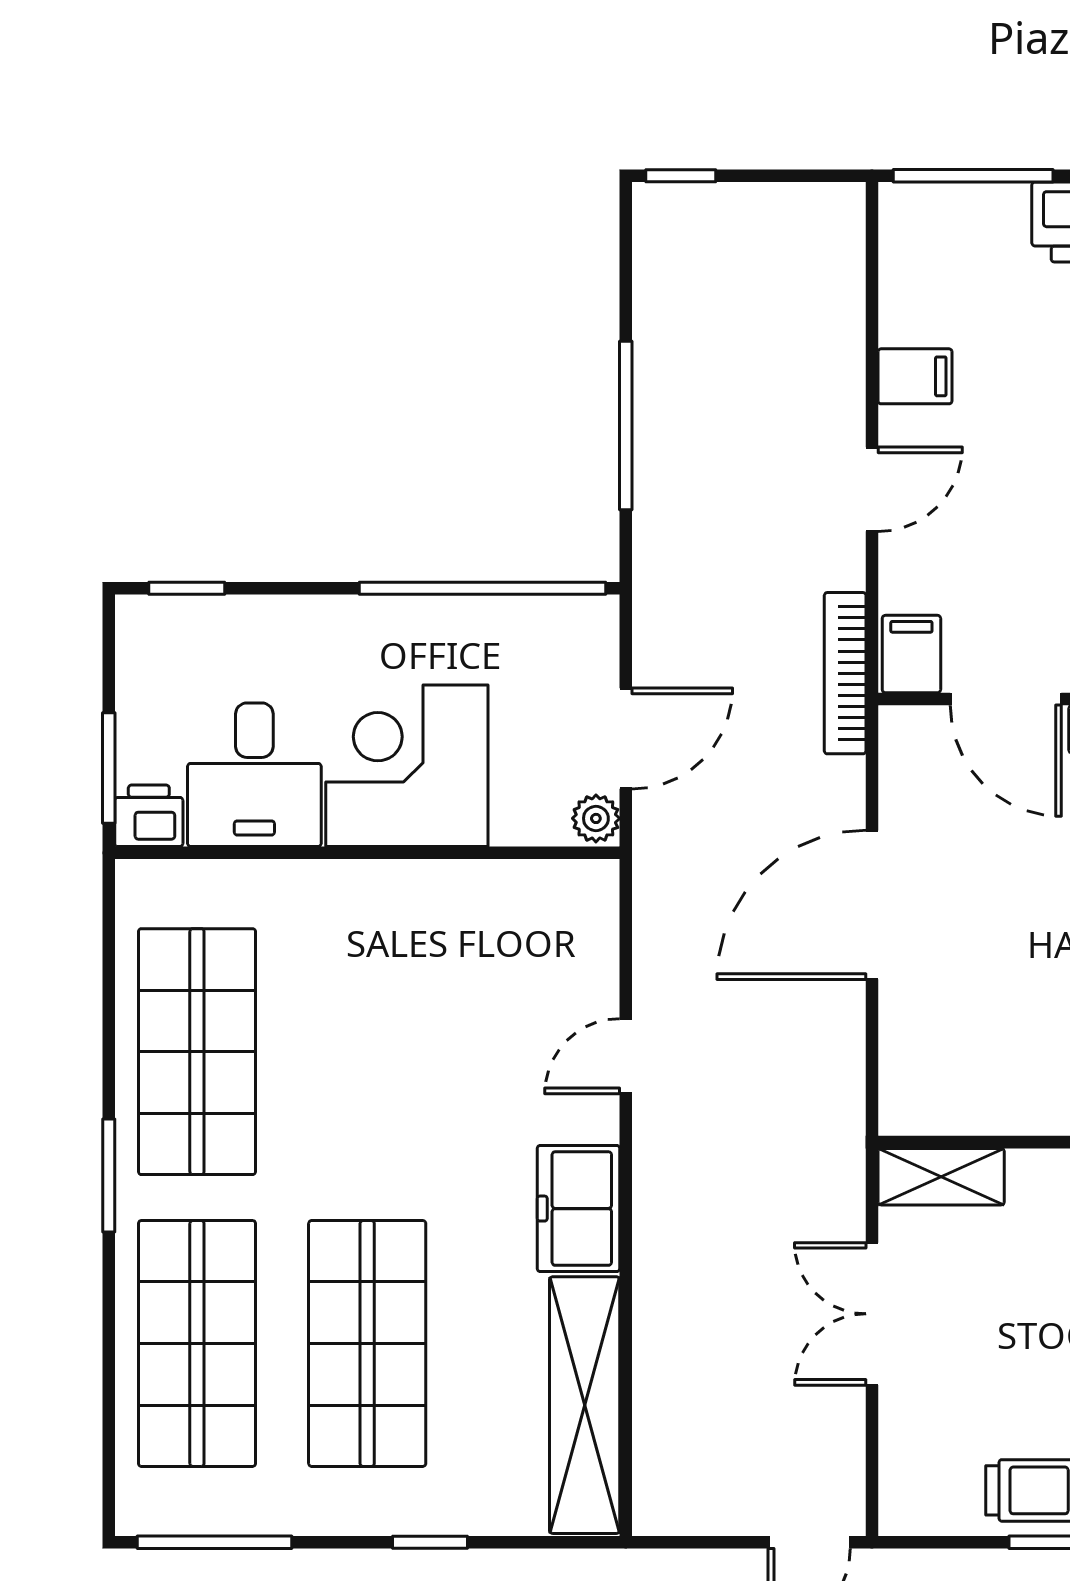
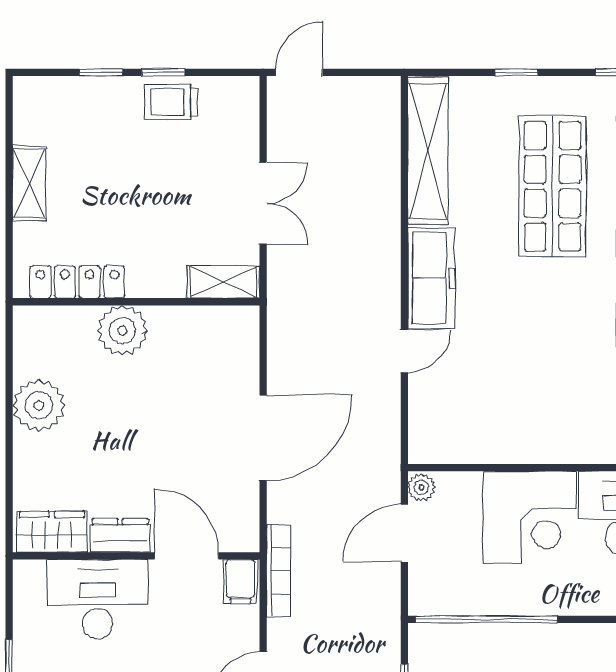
freezer: (578, 1209) -> (431, 278), width x1.40

